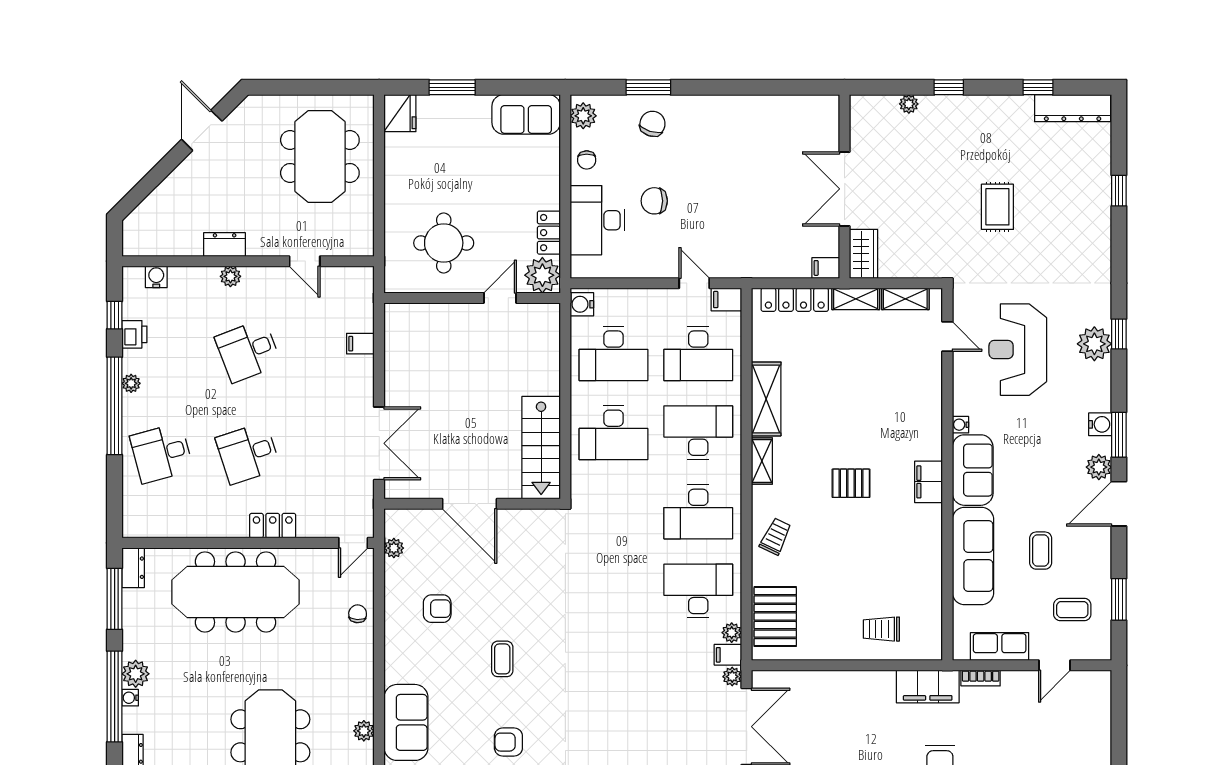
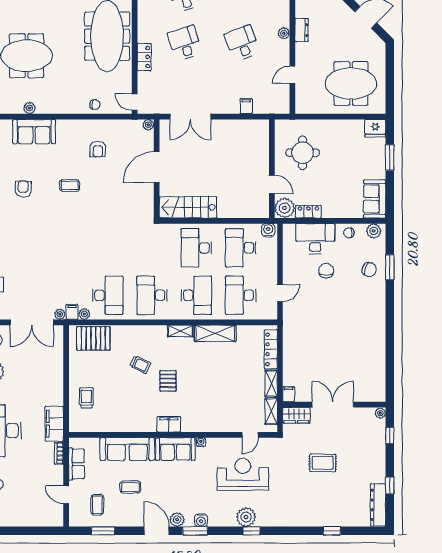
wall: (845, 186) -> (334, 405), moved
double door: (845, 189) -> (333, 405), moved
wardrobe: (864, 254) -> (296, 415), moved
filing cabinet: (826, 268) -> (289, 394), moved
filing cabinet: (726, 300) -> (271, 311), removed
trolley: (775, 536) -> (140, 365), moved
plant: (394, 548) -> (148, 125), moved

